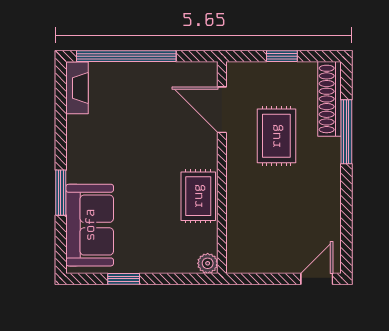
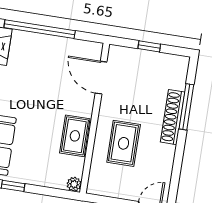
shoe rack: (329, 99) -> (173, 117), moved
rug: (276, 136) -> (124, 143), moved

